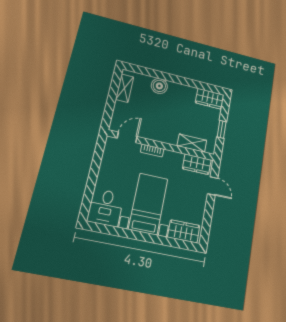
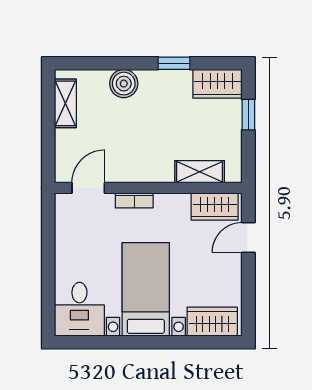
window: (189, 82) -> (174, 63), added
window: (222, 129) -> (248, 115), moved
door: (213, 186) -> (248, 237), swing flipped

